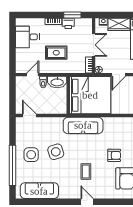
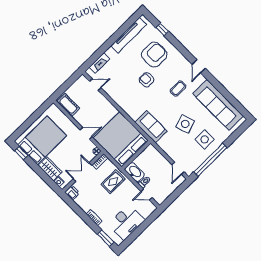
window: (72, 15) -> (106, 238), moved
printer: (68, 23) -> (72, 193), moved
desk: (27, 37) -> (126, 222), width x1.37
rug: (56, 53) -> (113, 182), moved, turned 90
sofa: (83, 125) -> (151, 127), width x0.73
window: (13, 165) -> (210, 160), moved
sofa: (39, 191) -> (218, 105), width x1.36, depth x1.27

